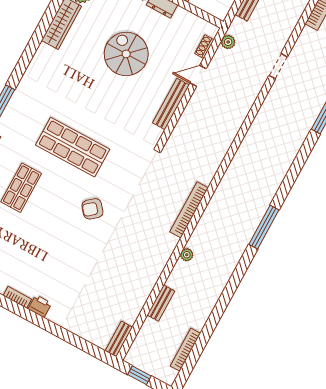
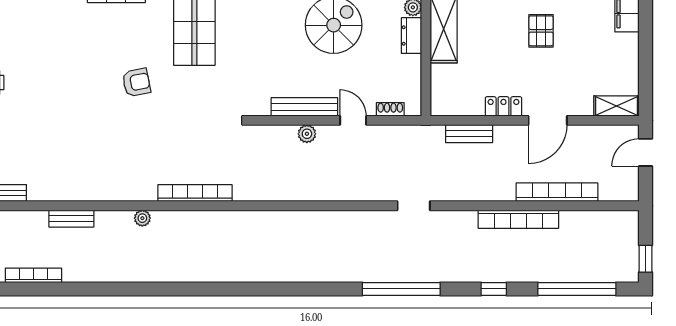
plant: (228, 42) -> (307, 134), moved
armchair: (92, 209) -> (136, 82), turned 119
window: (264, 227) -> (222, 289), removed

